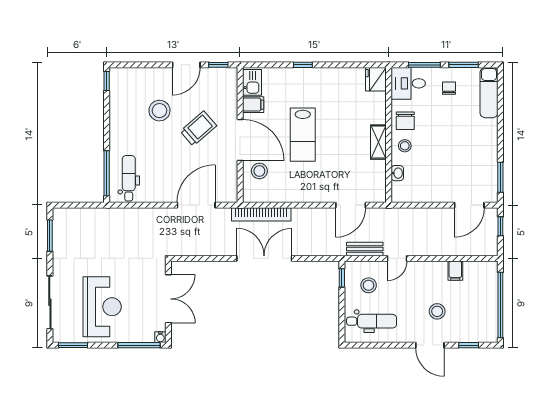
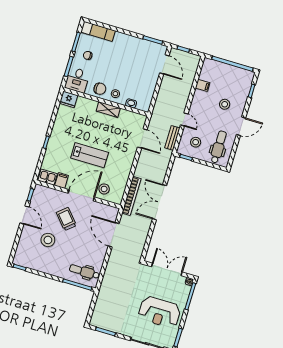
reception desk: (102, 307) -> (160, 312), turned 180
door: (430, 345) -> (241, 126), moved

